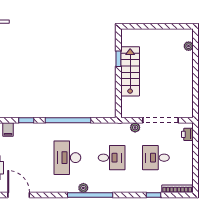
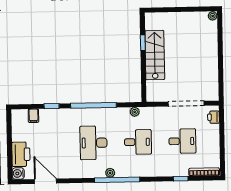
plant: (189, 46) -> (213, 16), moved
plant: (135, 127) -> (135, 112), moved
desk: (156, 158) -> (182, 141), turned 180

